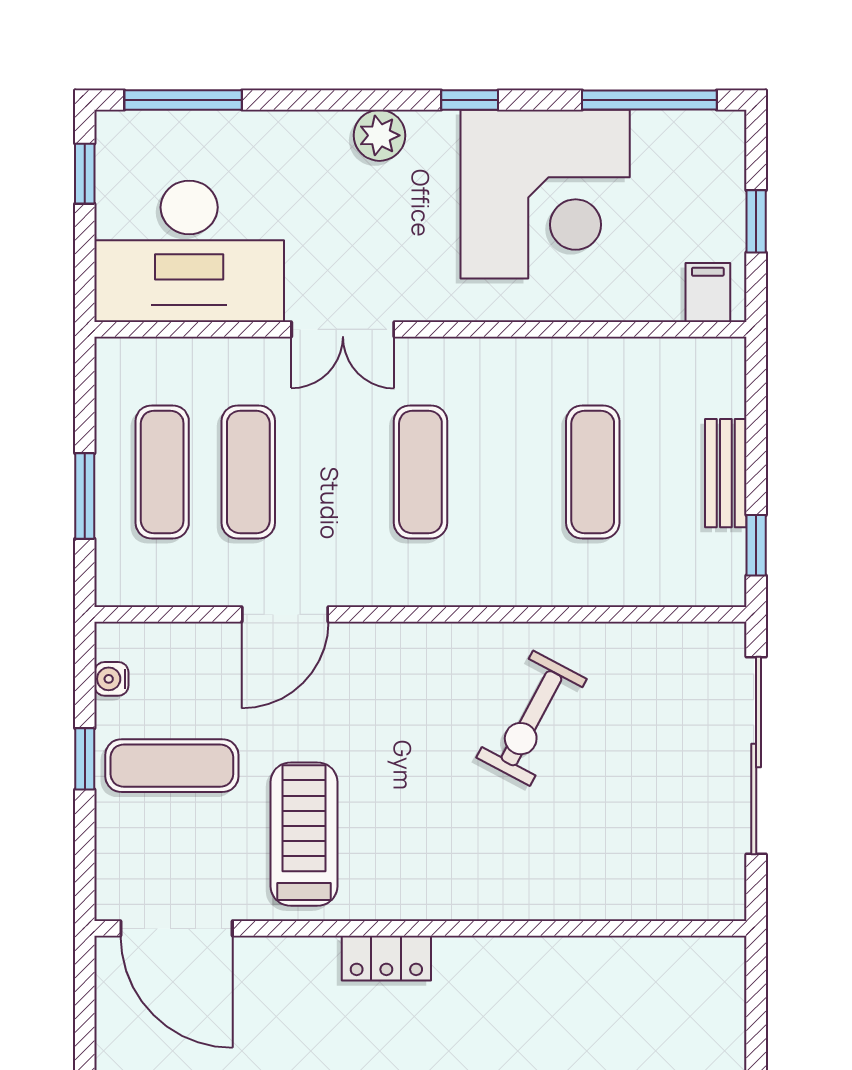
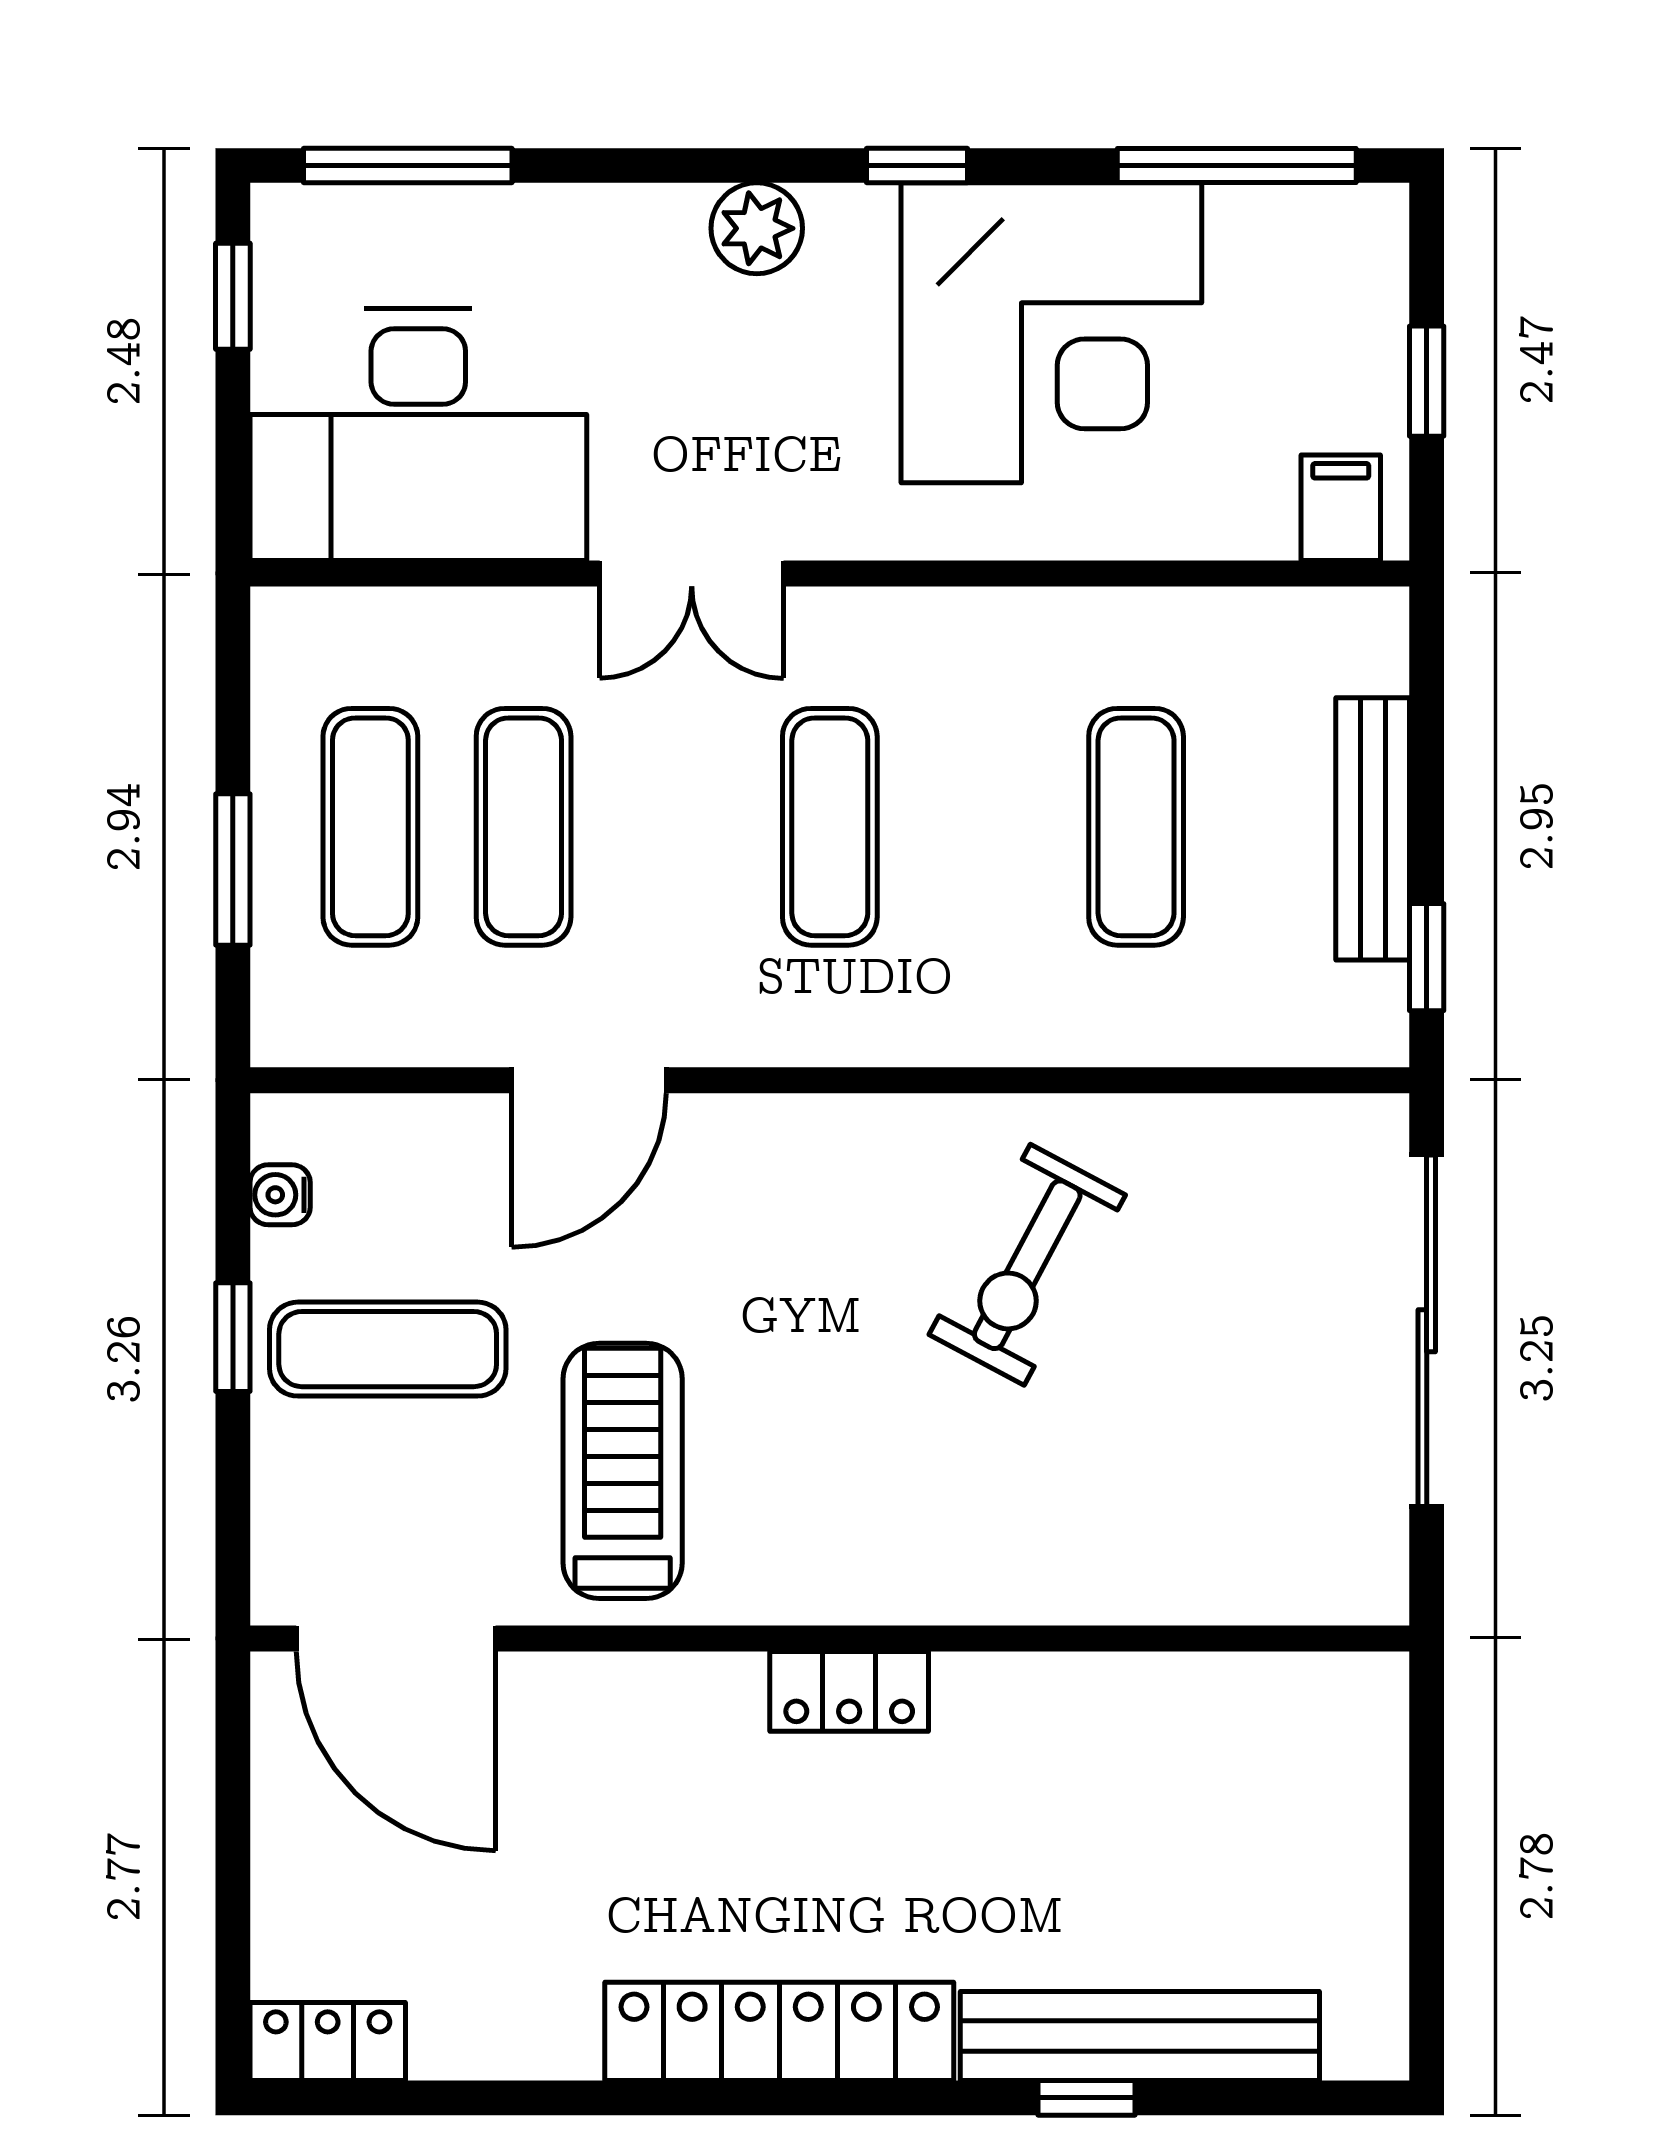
bench: (726, 473) -> (1373, 829), width x1.36
locker: (386, 958) -> (849, 1691), moved

